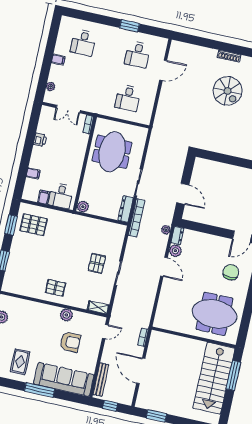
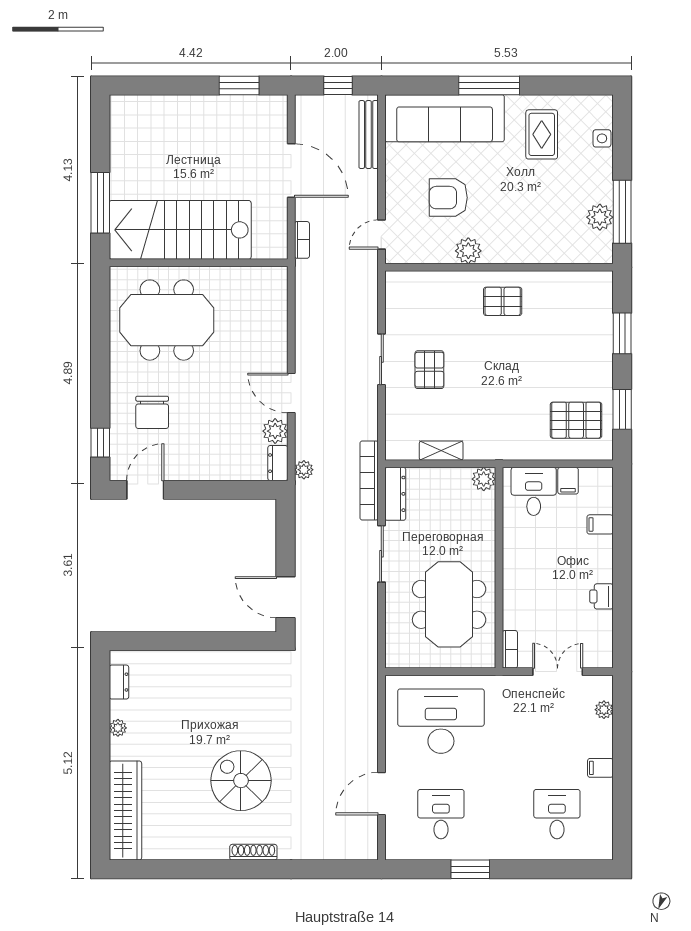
desk: (128, 98) -> (441, 721), width x1.87, depth x1.30
door: (183, 194) -> (285, 597), moved
shelving: (98, 307) -> (441, 451), moved
stairs: (214, 378) -> (180, 230), moved, turned -90

